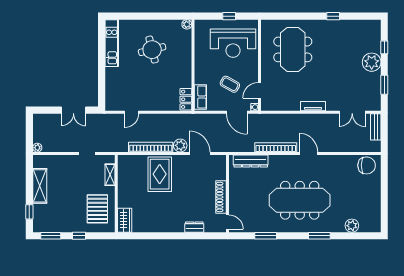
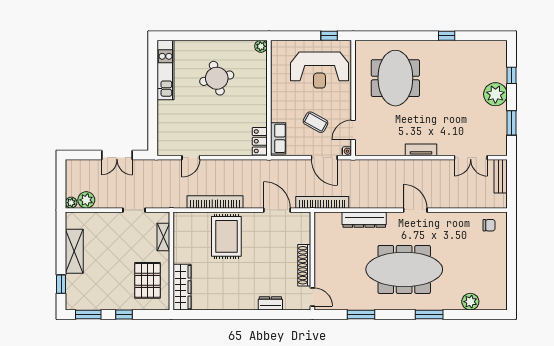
window: (229, 16) -> (329, 36), moved
plant: (180, 145) -> (86, 200), moved
bookcase: (276, 147) -> (322, 202), moved
dresser: (251, 161) -> (364, 220), moved
chair: (367, 165) -> (489, 225), width x0.54, depth x0.54
wardrobe: (125, 220) -> (182, 287), width x1.50

